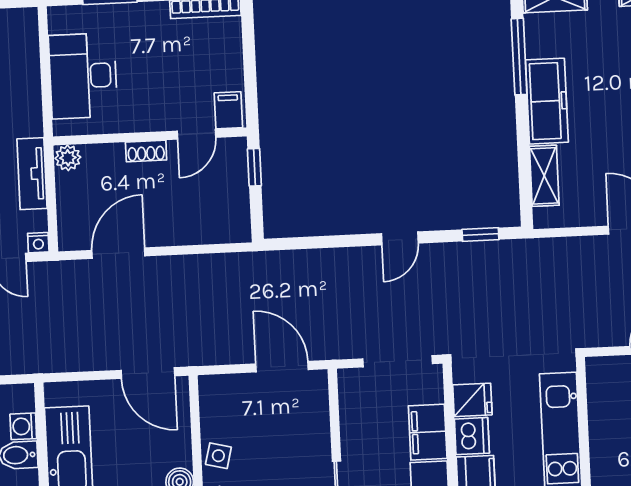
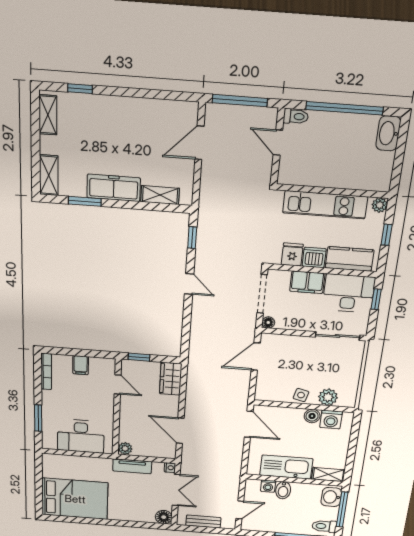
window: (519, 57) -> (85, 201), width x0.69
filing cabinet: (228, 110) -> (81, 365), moved, turned -90
shoe rack: (146, 151) -> (125, 411), removed
wardrobe: (220, 226) -> (171, 379), added
door: (148, 373) -> (249, 424), hinge flipped
floor lamp: (348, 379) -> (268, 322), added

